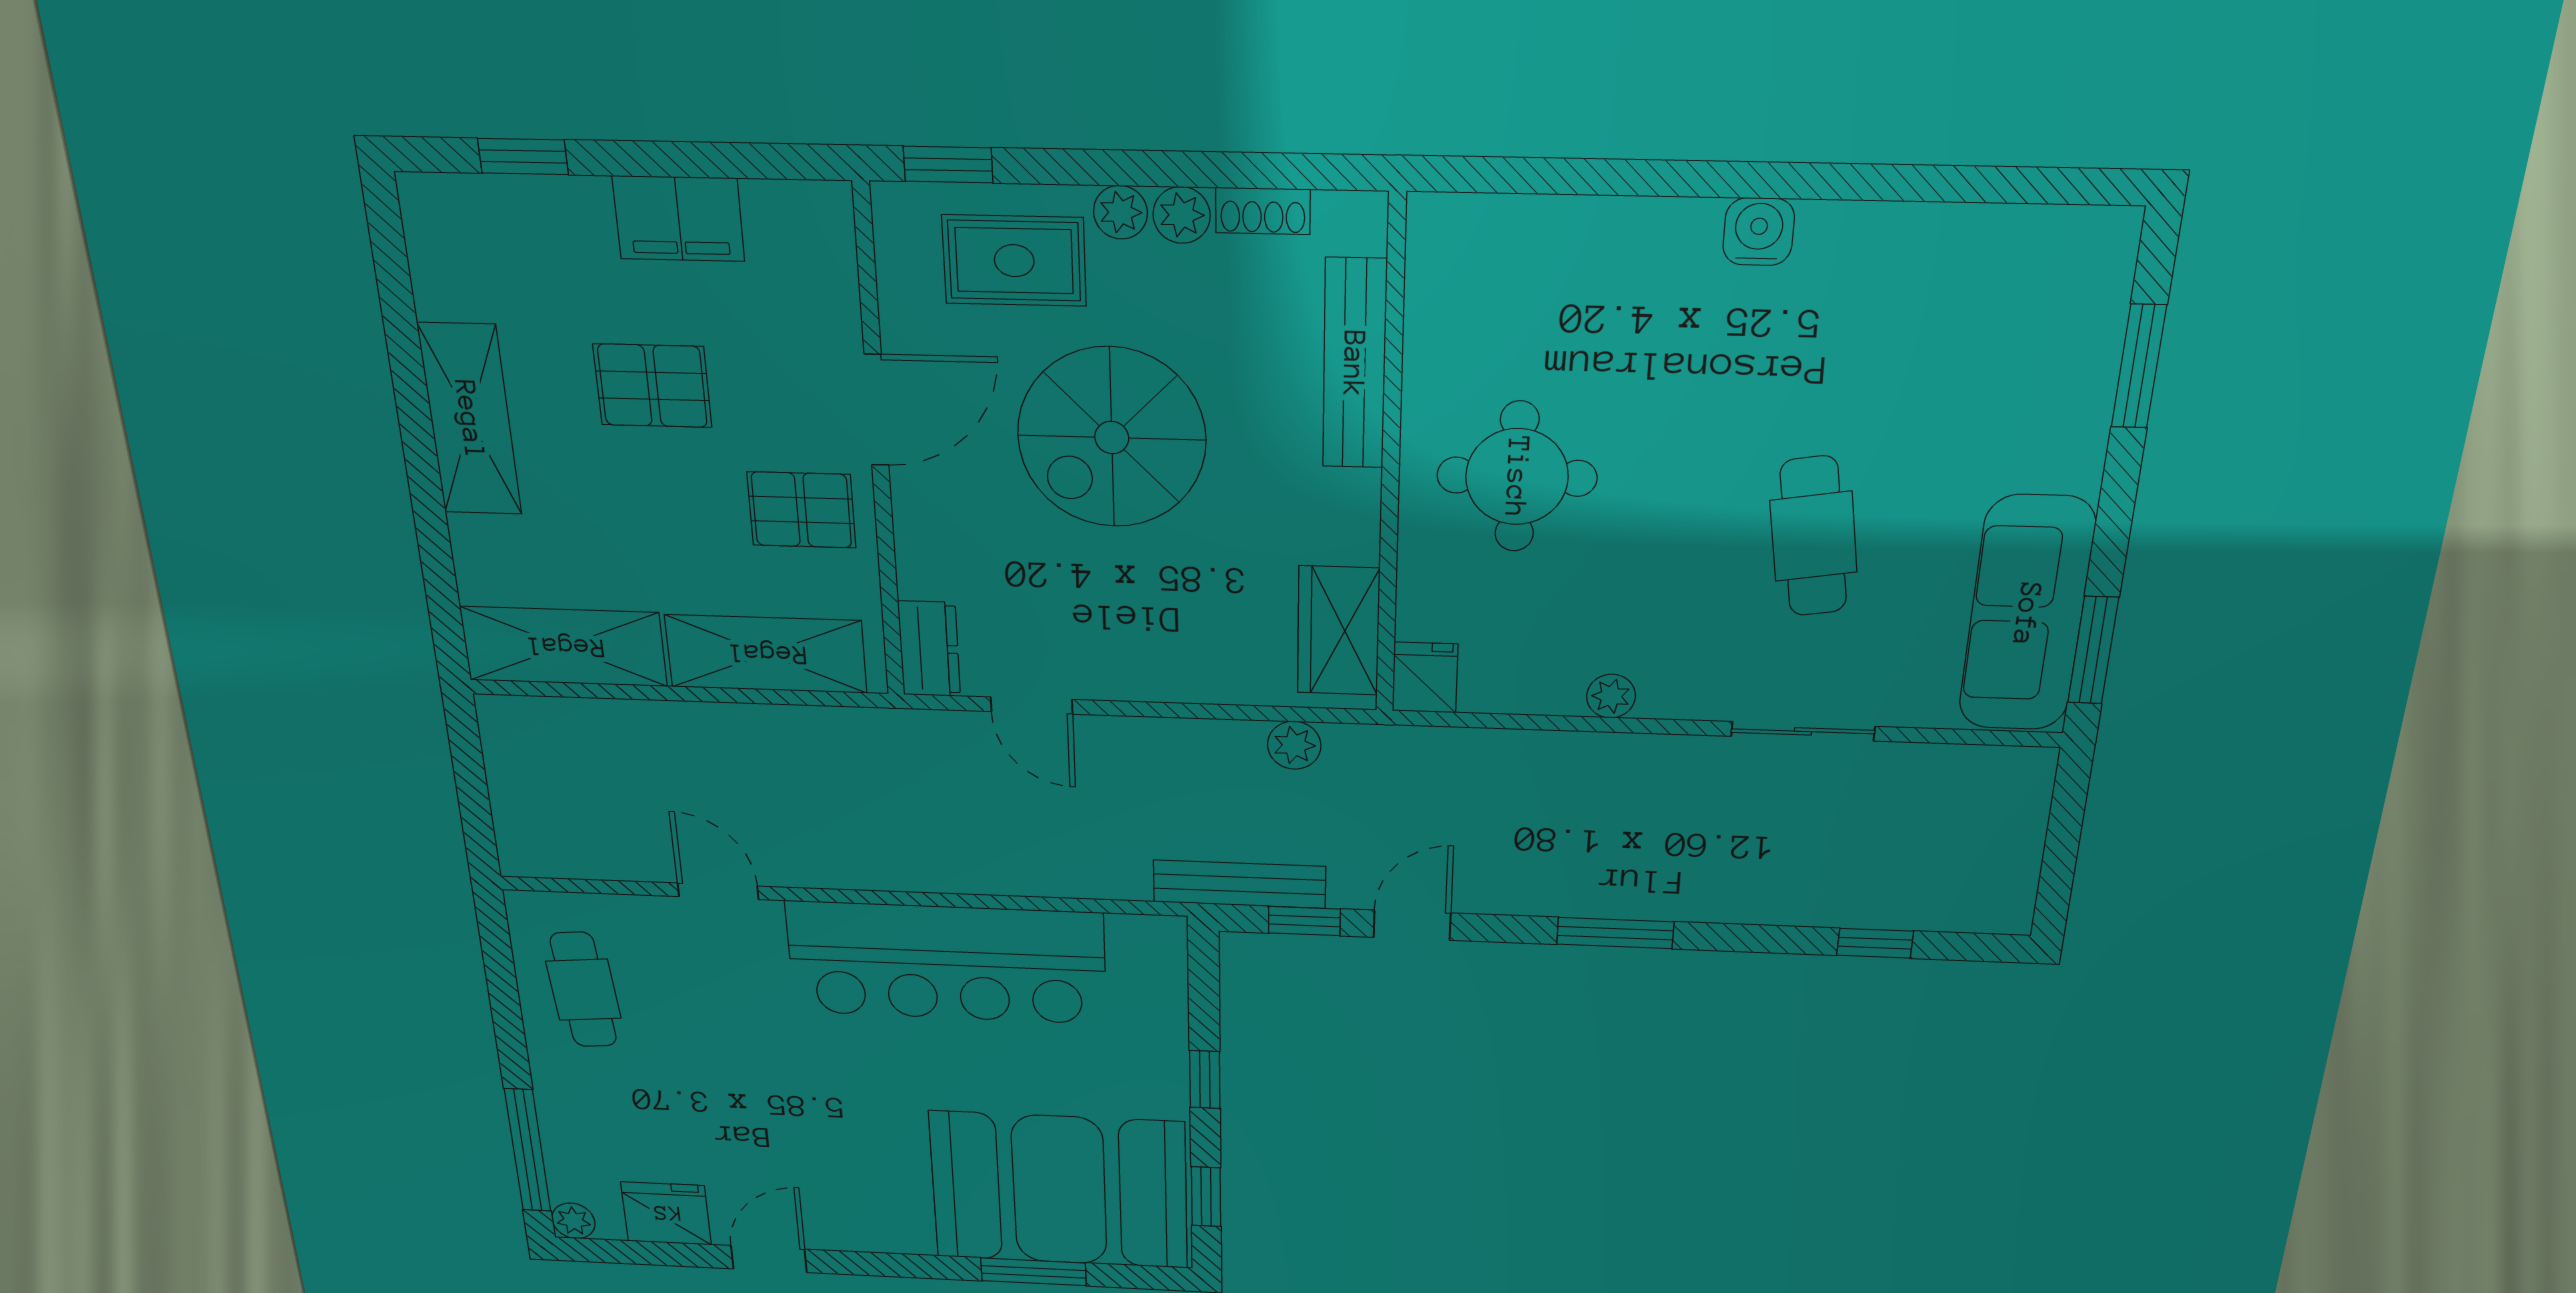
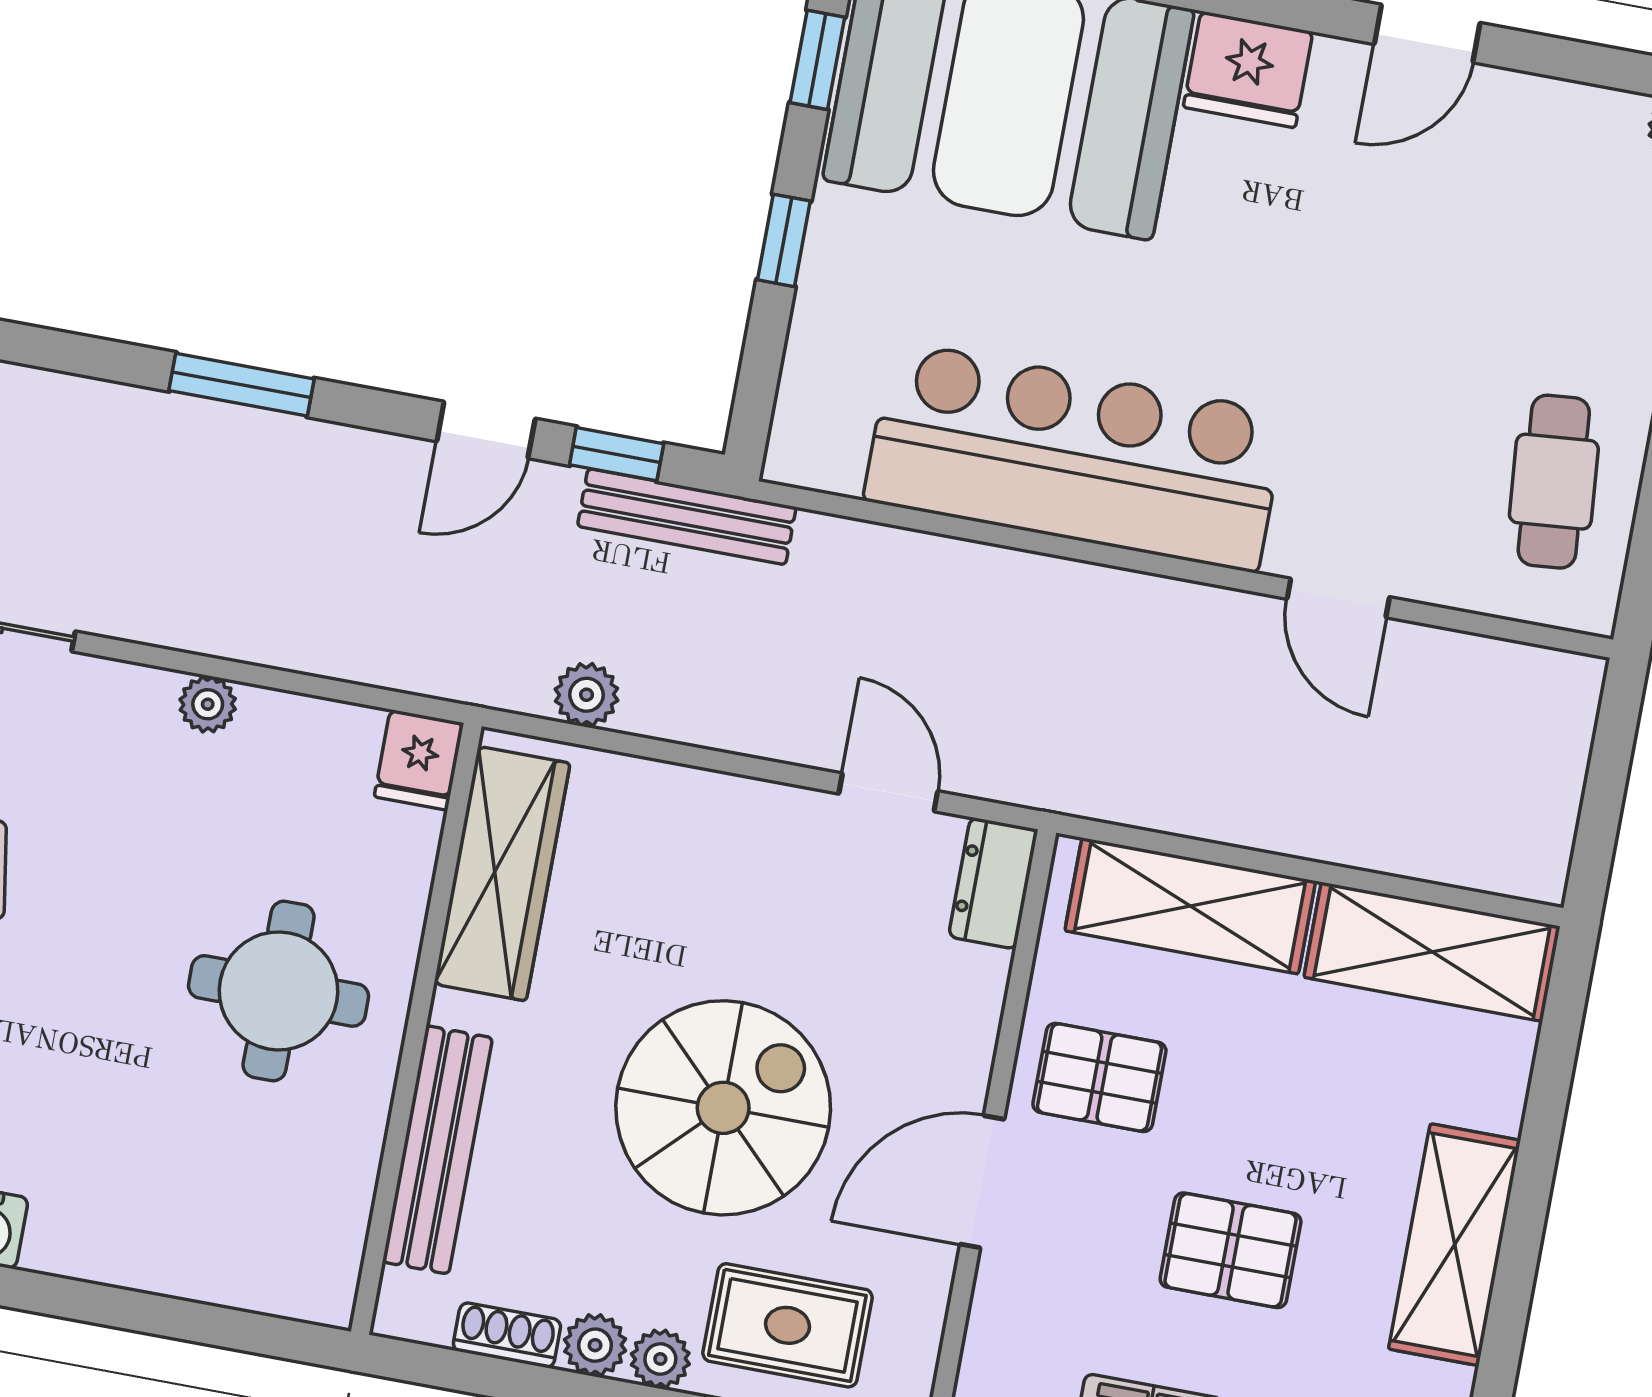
wardrobe: (1338, 631) -> (502, 874), width x1.50
fridge: (666, 1213) -> (1248, 70), moved

